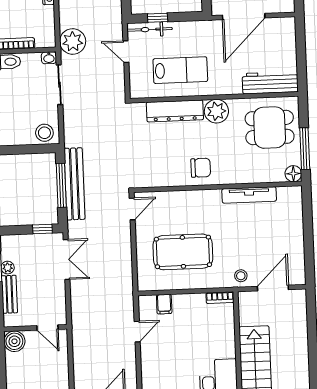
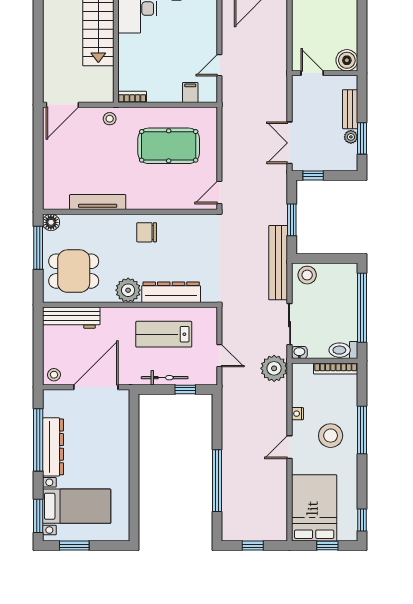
stool: (285, 27) -> (54, 375), added
bicycle: (150, 29) -> (165, 378), moved
bench: (74, 184) -> (278, 263), moved
window: (61, 185) -> (292, 220), width x0.69
door: (273, 288) -> (62, 105), moved

